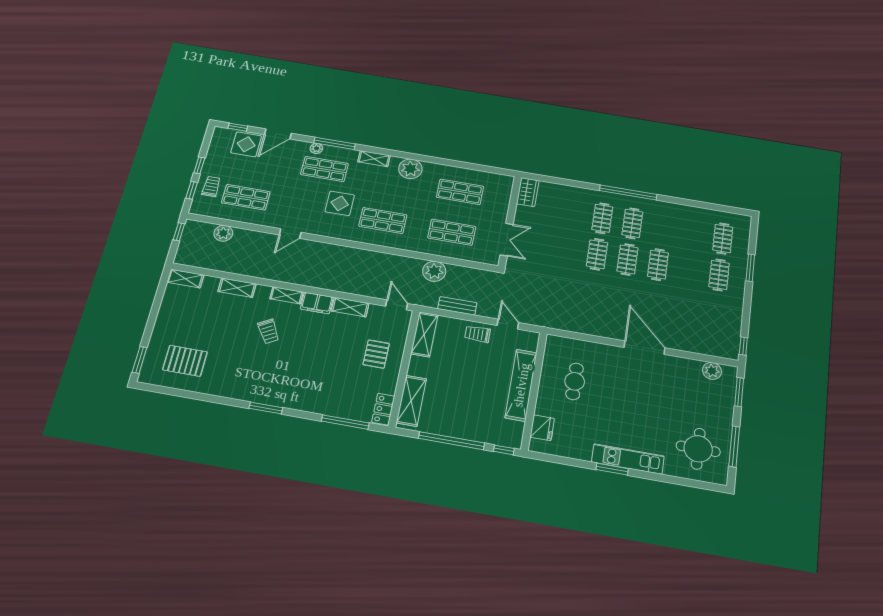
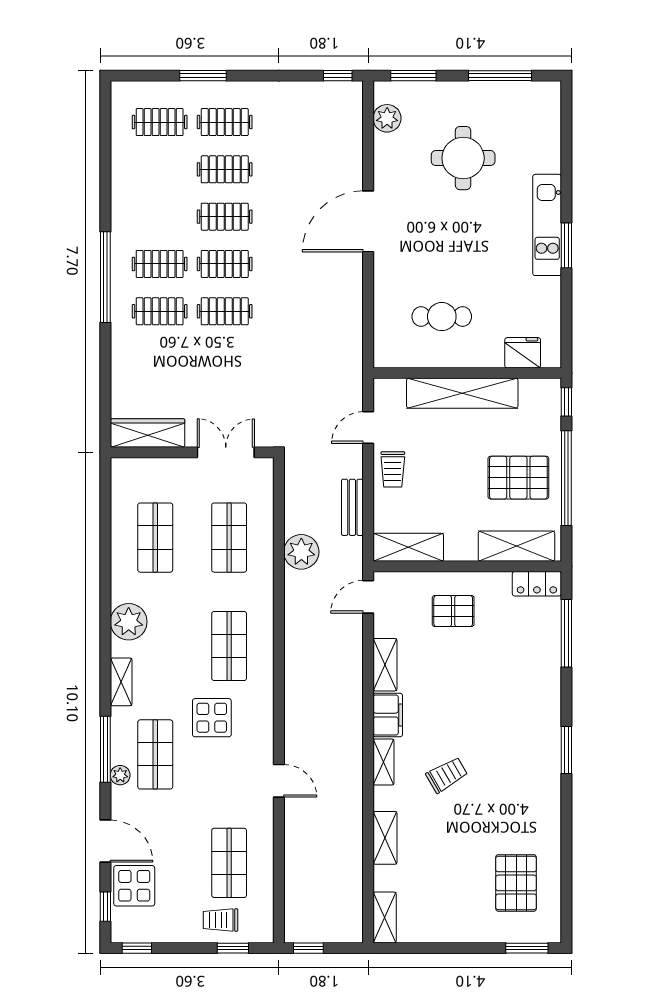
window: (199, 165) -> (137, 948), moved
wardrobe: (528, 192) -> (148, 433), width x1.50
plant: (223, 233) -> (298, 881), removed
clothes rail: (688, 270) -> (225, 169), added
pallet: (458, 410) -> (518, 478), added
round table: (698, 449) -> (463, 158), moved

